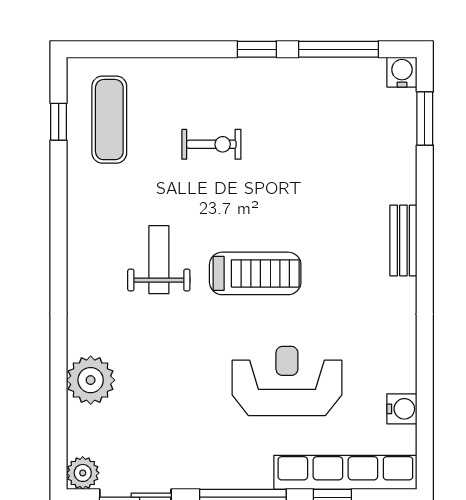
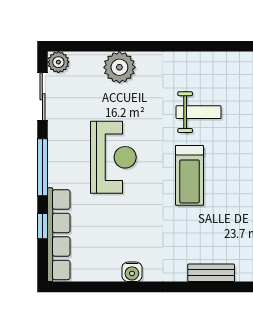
reception desk: (287, 381) -> (113, 157), moved
water cooler: (402, 409) -> (132, 272), moved

